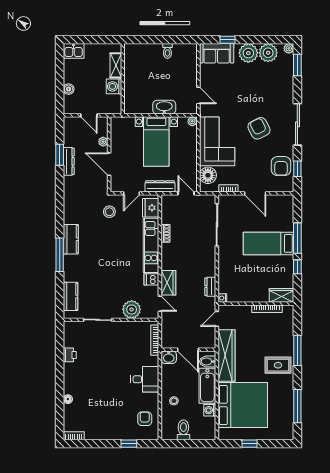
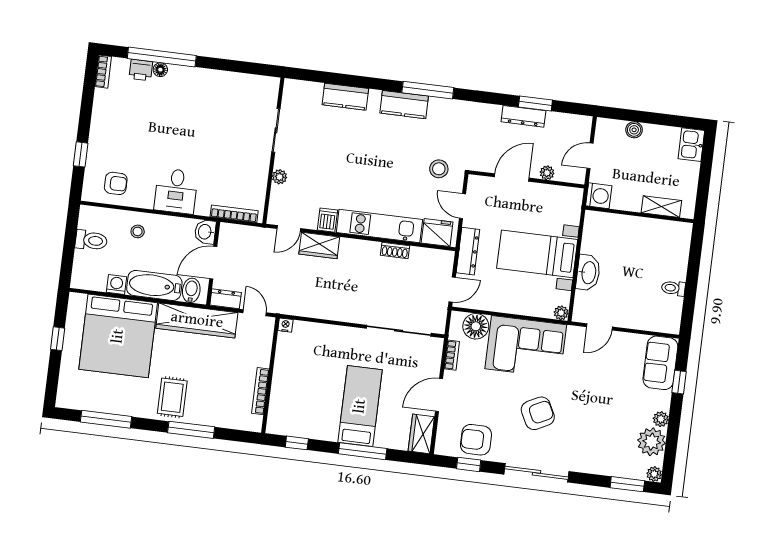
plant: (248, 53) -> (661, 419), width x0.53, depth x0.53
washing machine: (114, 86) -> (599, 196), moved, turned 90
window: (60, 255) -> (428, 90), moved
window: (297, 267) -> (297, 443), moved
dresser: (210, 287) -> (226, 299), moved
wardrobe: (282, 295) -> (421, 434), moved, turned 180
kitchen counter: (70, 296) -> (345, 97), moved
plant: (132, 309) -> (280, 177), width x0.53, depth x0.53
printer: (70, 355) -> (141, 70), moved
window: (60, 399) -> (162, 57), added

